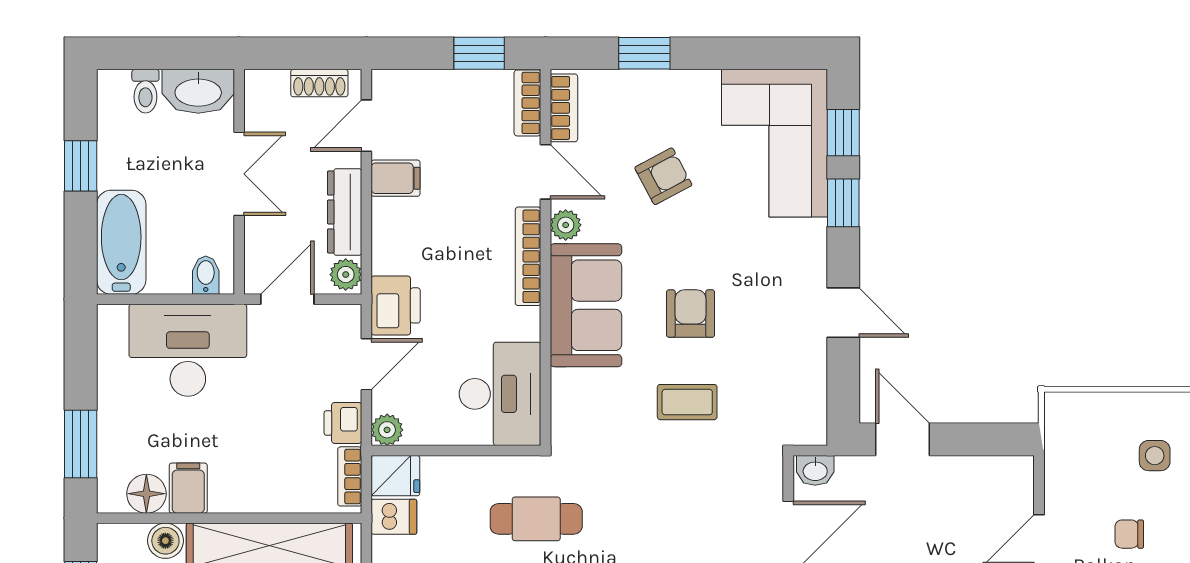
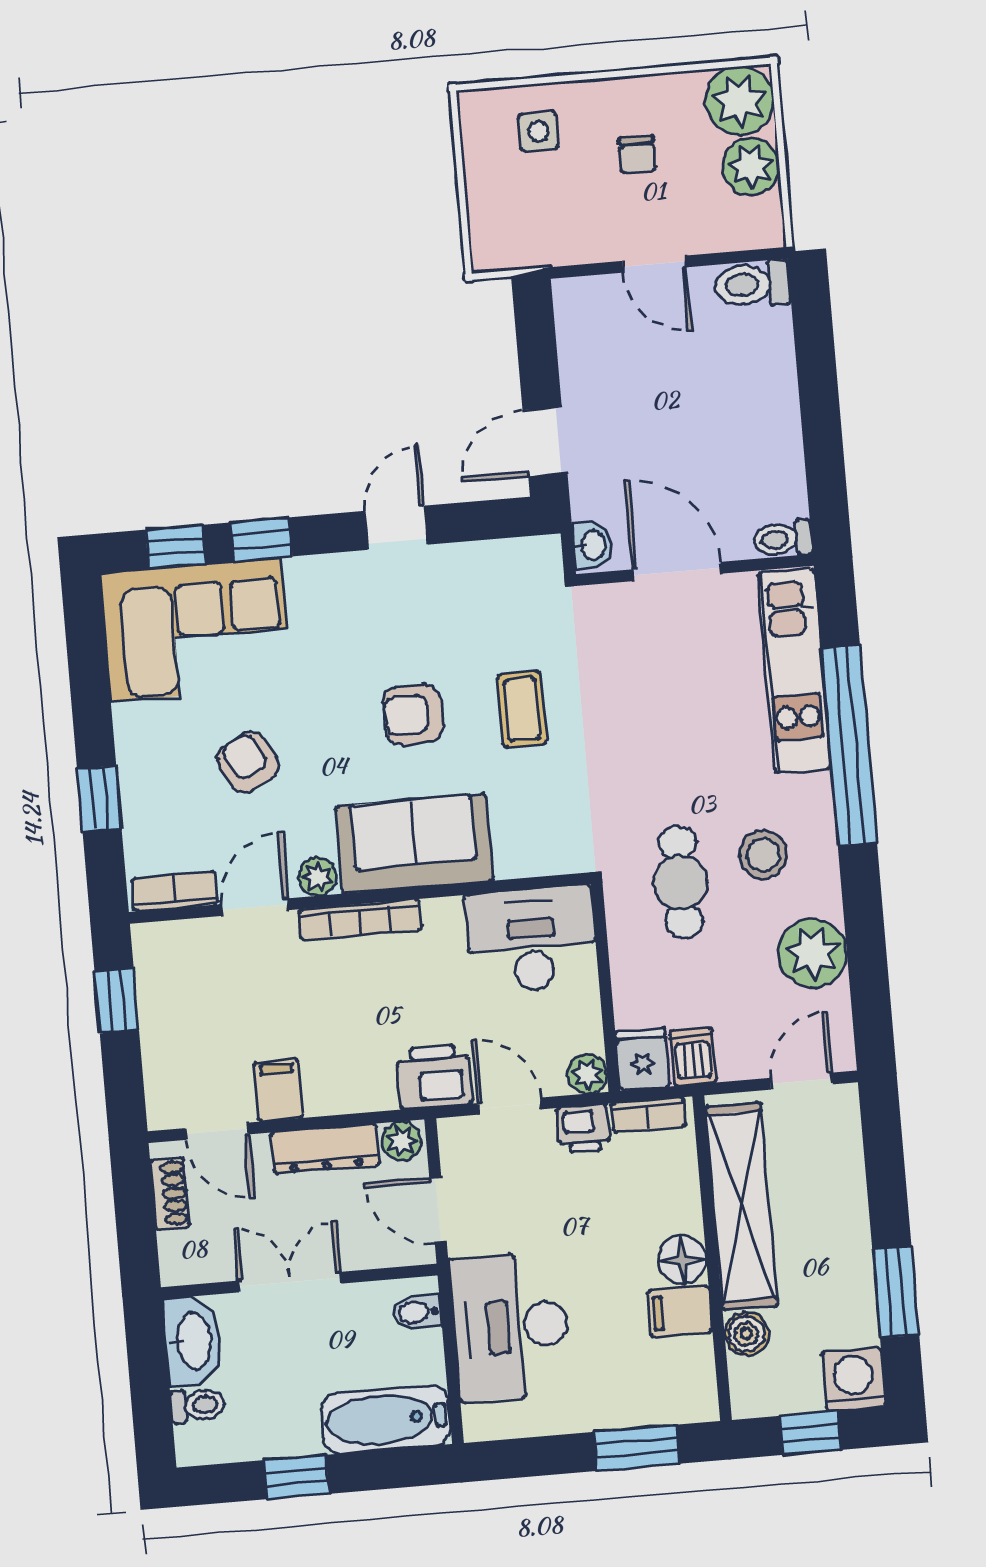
bookcase: (527, 103) -> (172, 936), removed
floor lamp: (146, 494) -> (682, 1260), moved

